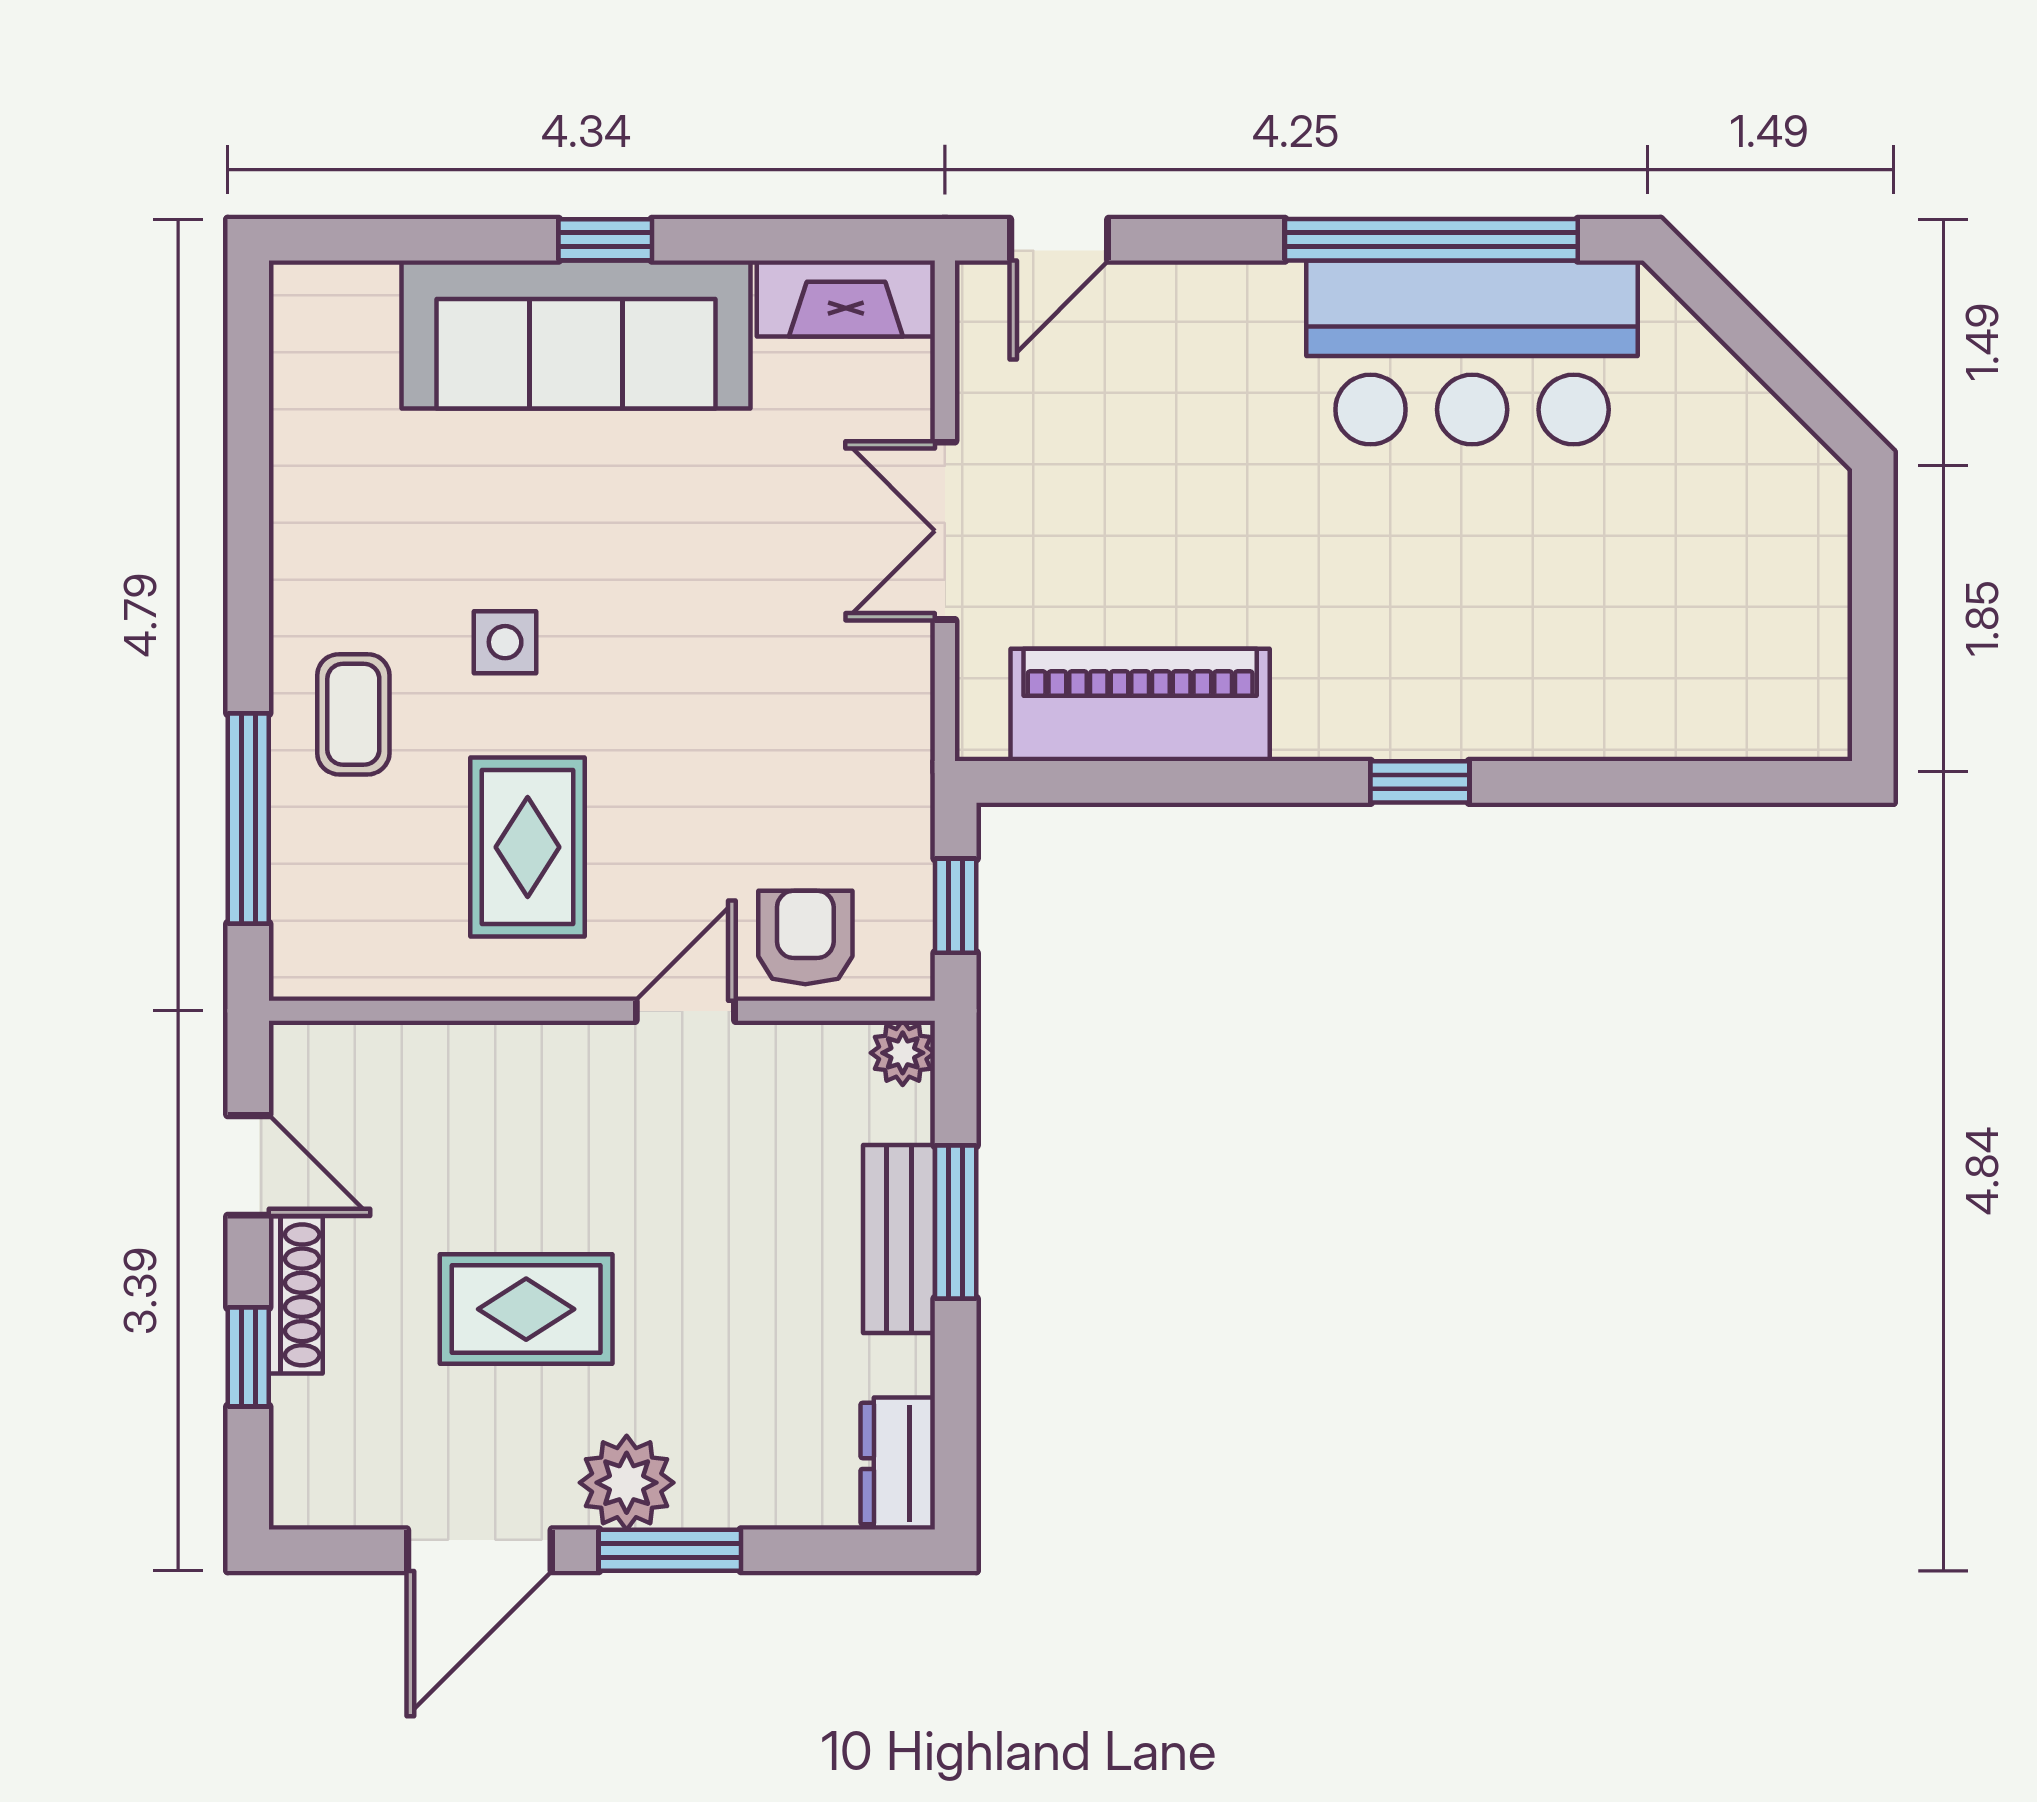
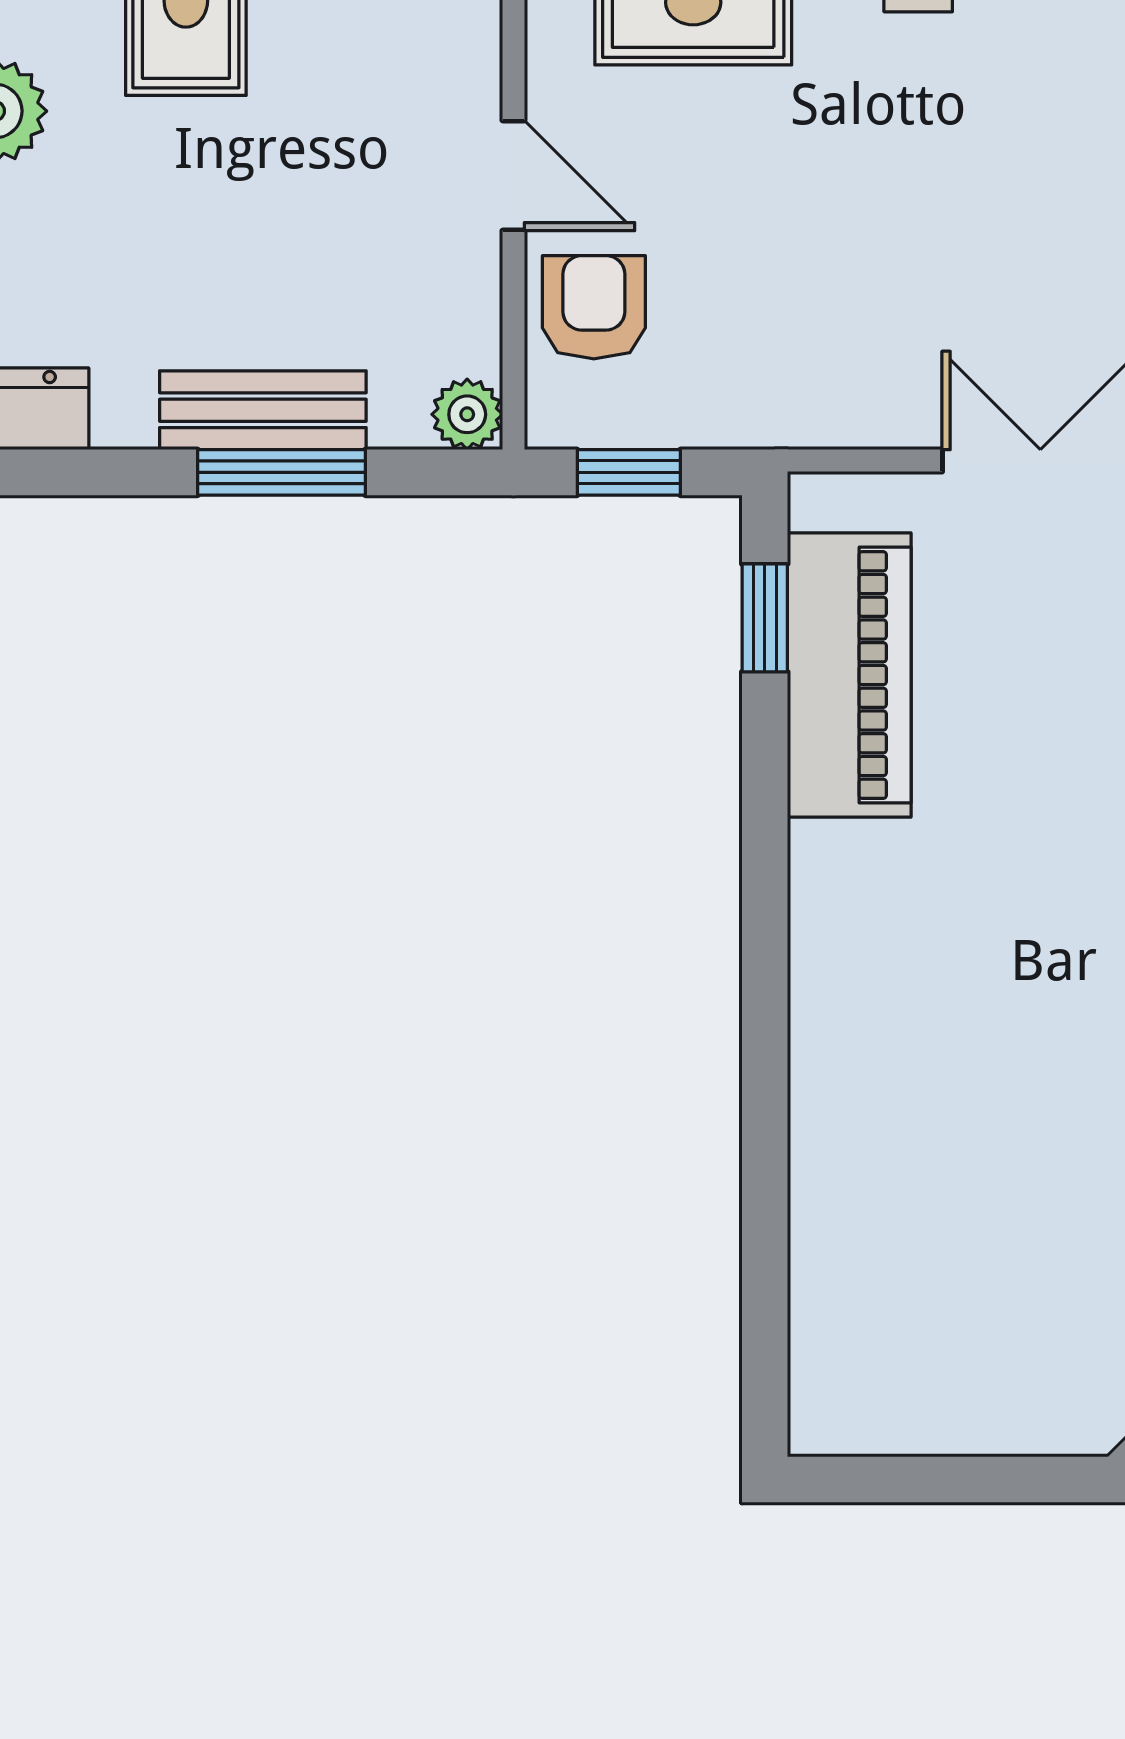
window: (1420, 782) -> (765, 618), moved
armchair: (805, 938) -> (594, 307), turned -90

